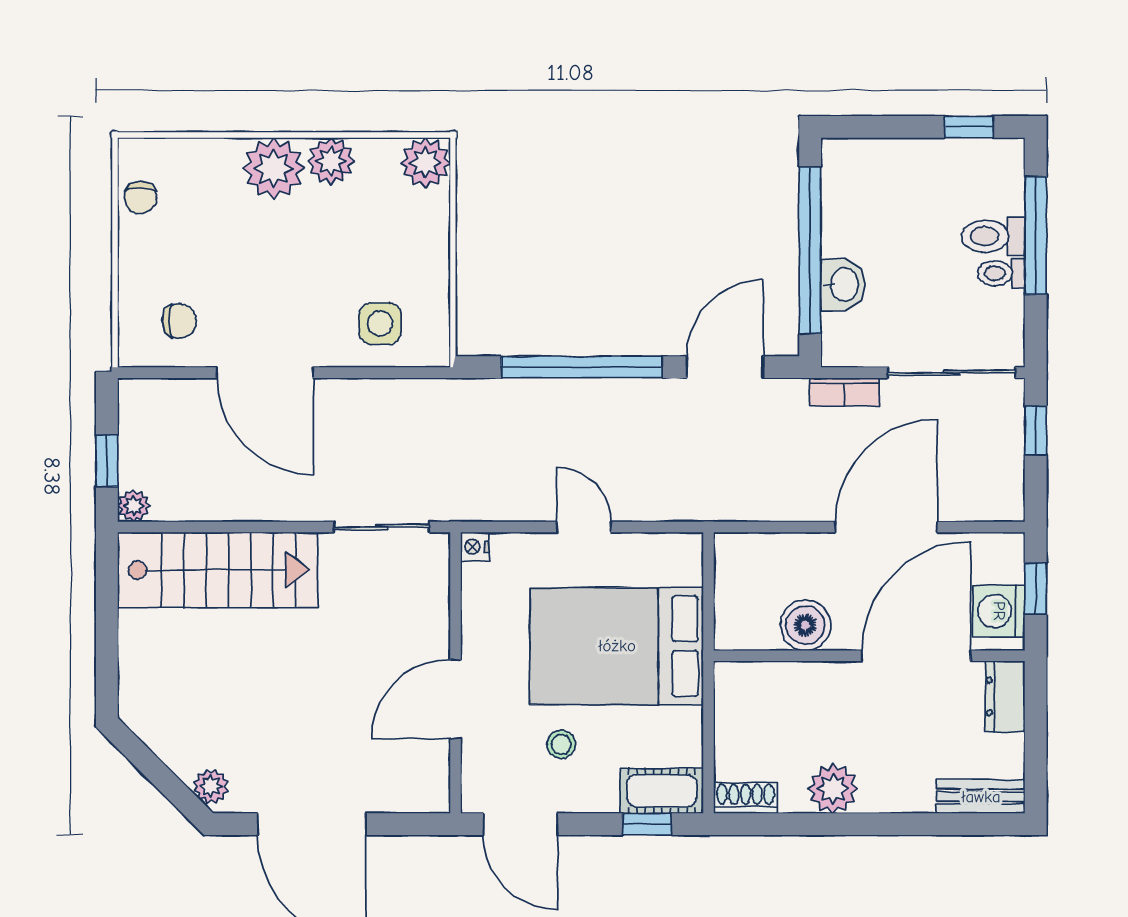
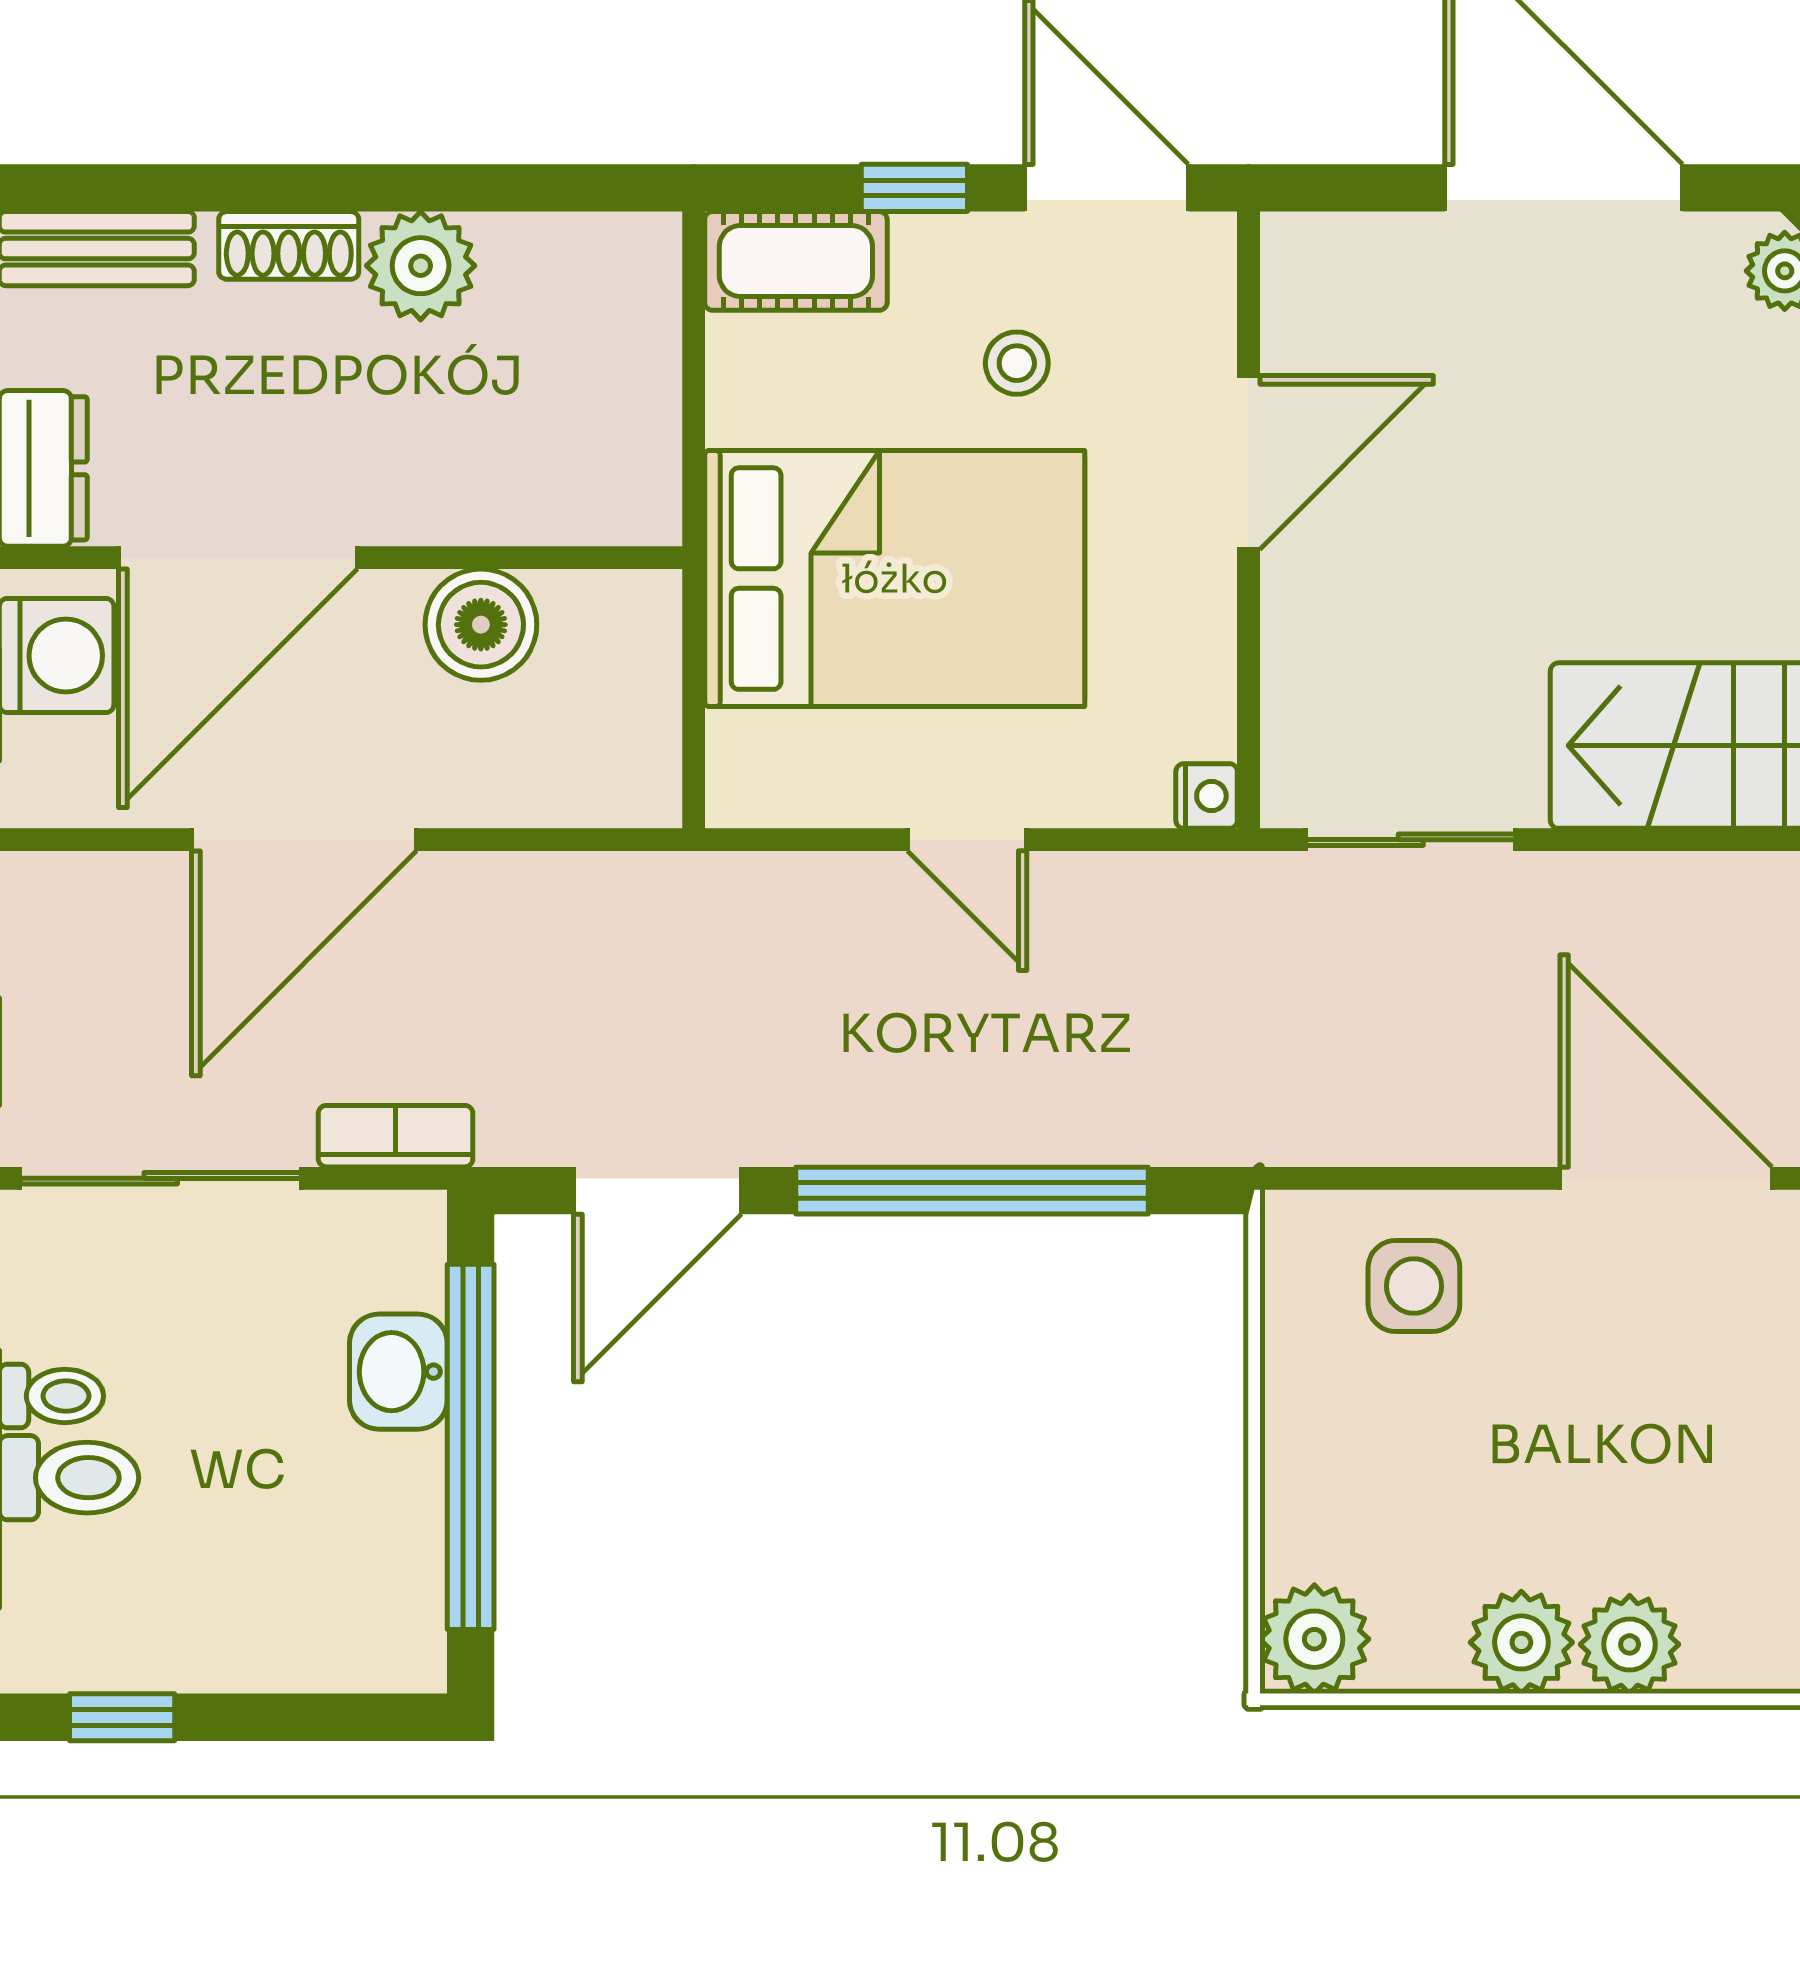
plant: (274, 168) -> (1630, 1644), width x0.73, depth x0.73
shoe rack: (745, 798) -> (289, 245), moved
window: (647, 824) -> (914, 188), moved

